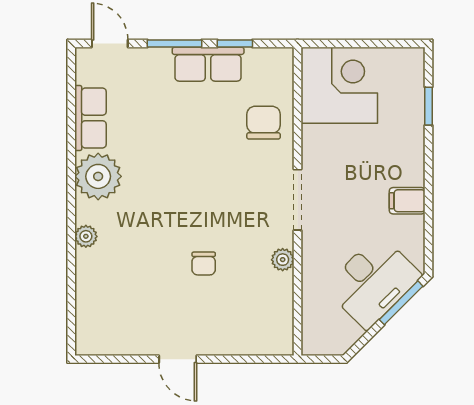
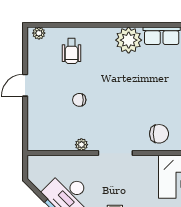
plant: (86, 236) -> (39, 33), moved
wheelchair: (118, 277) -> (72, 51), added

